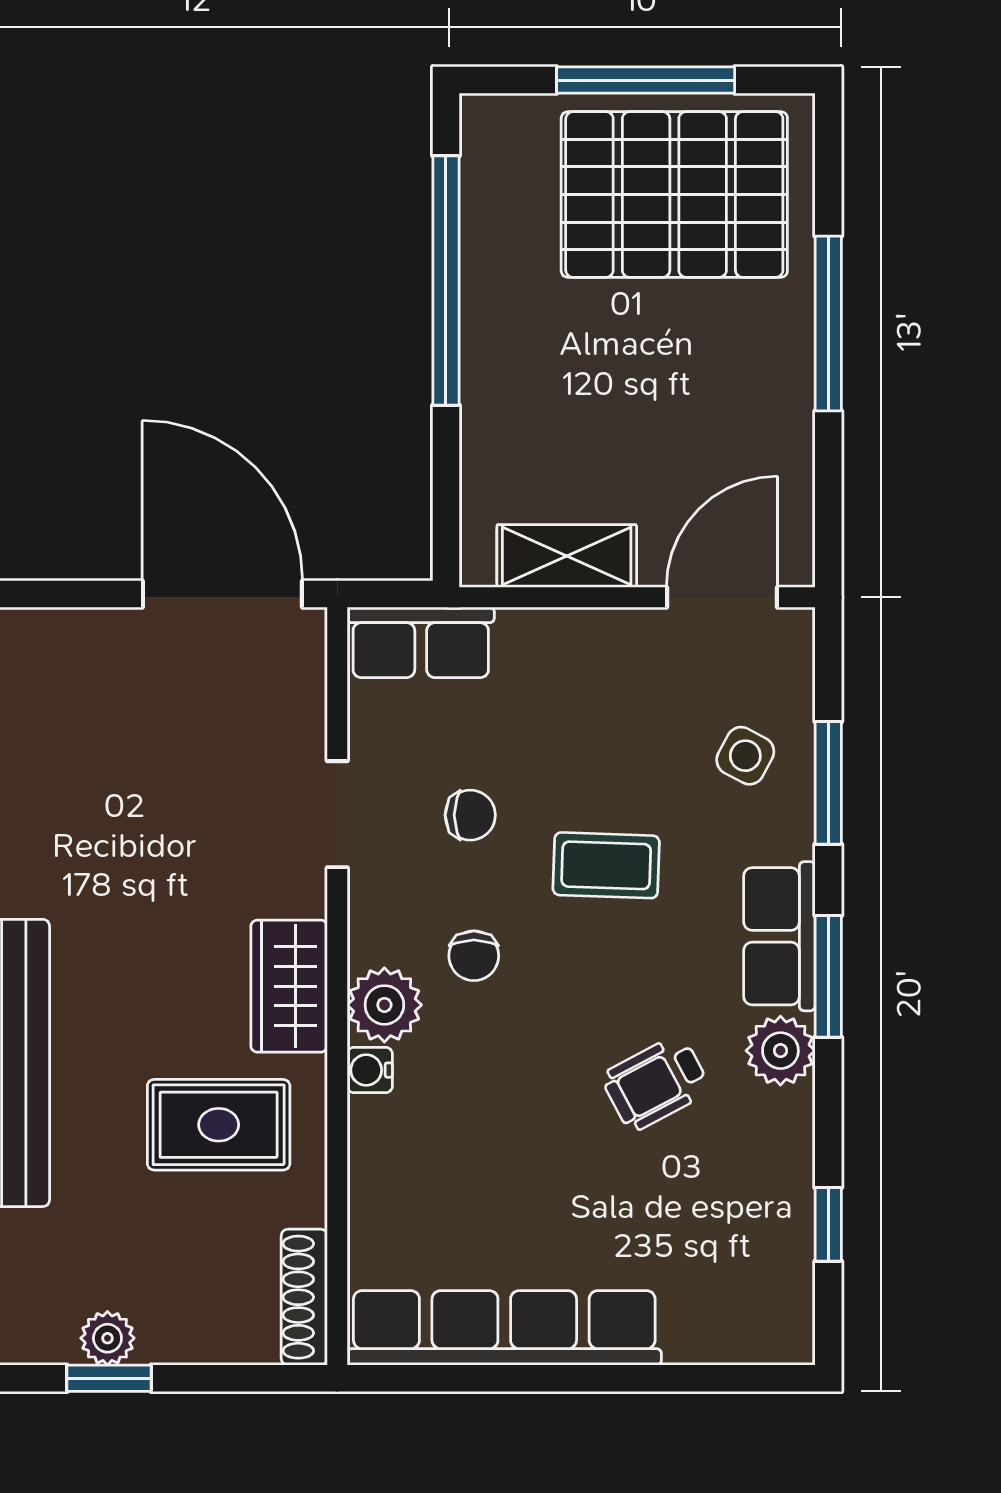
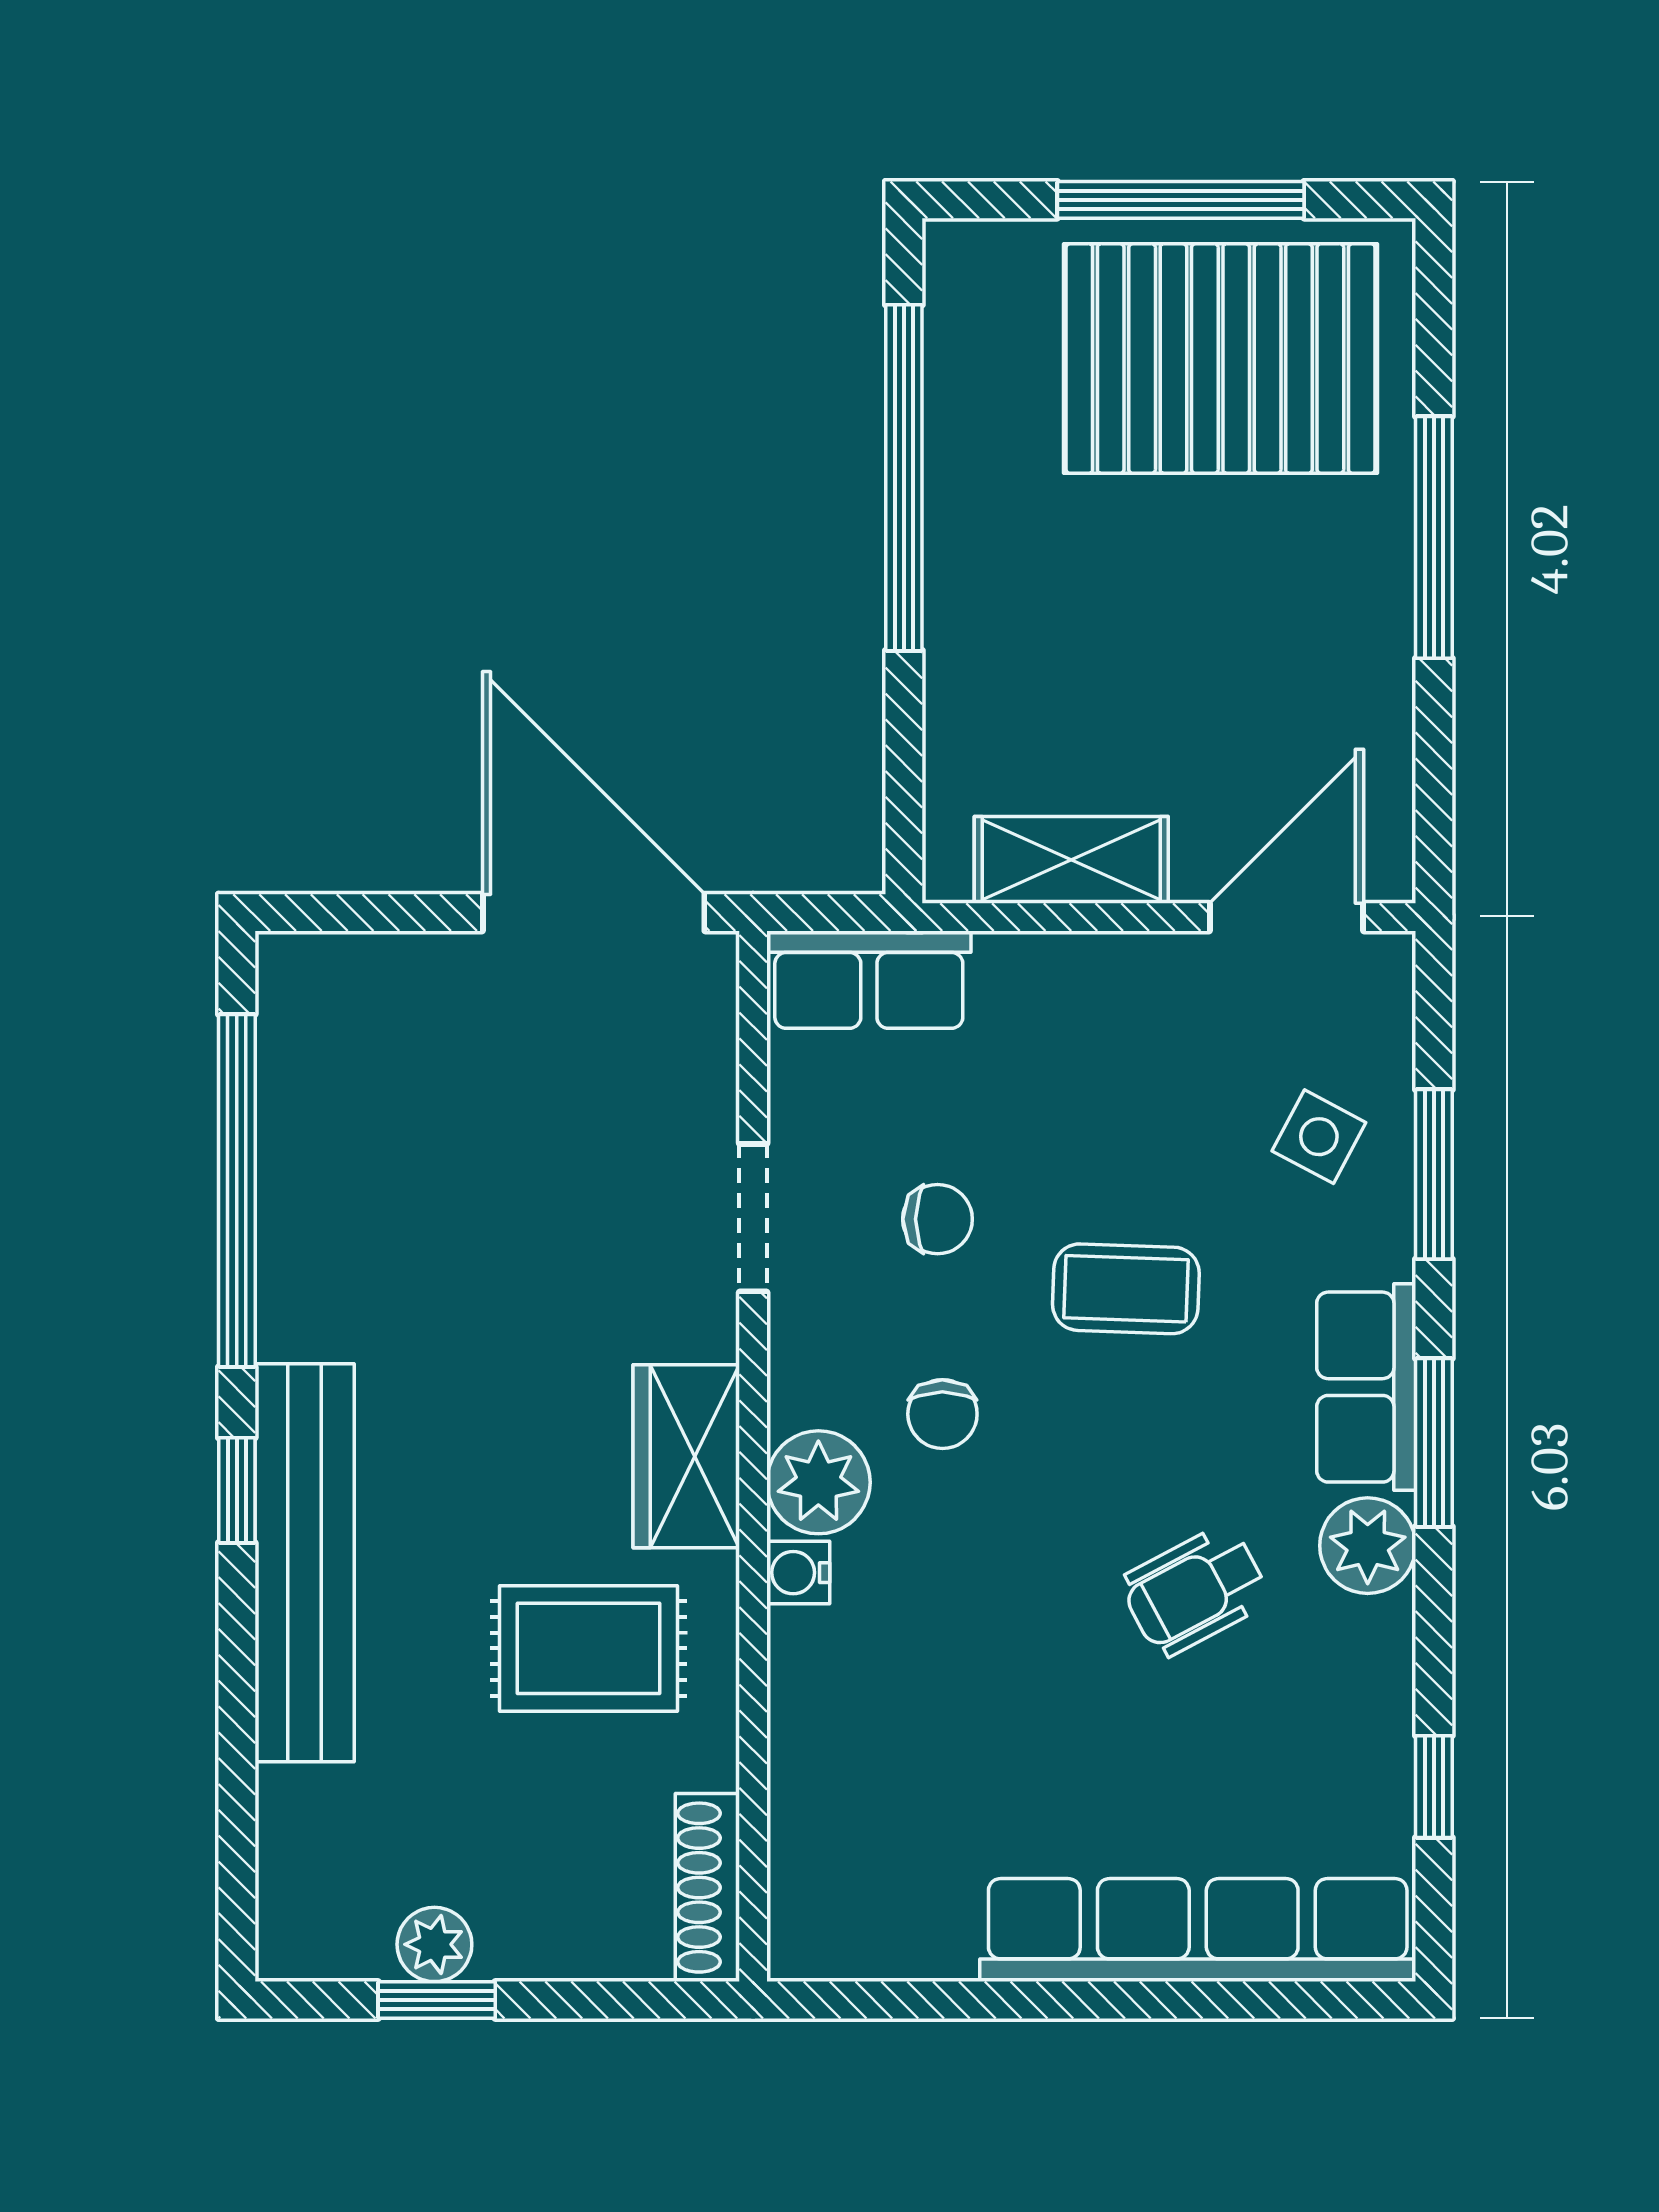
row of seats: (504, 1328) -> (1198, 1930), moved

